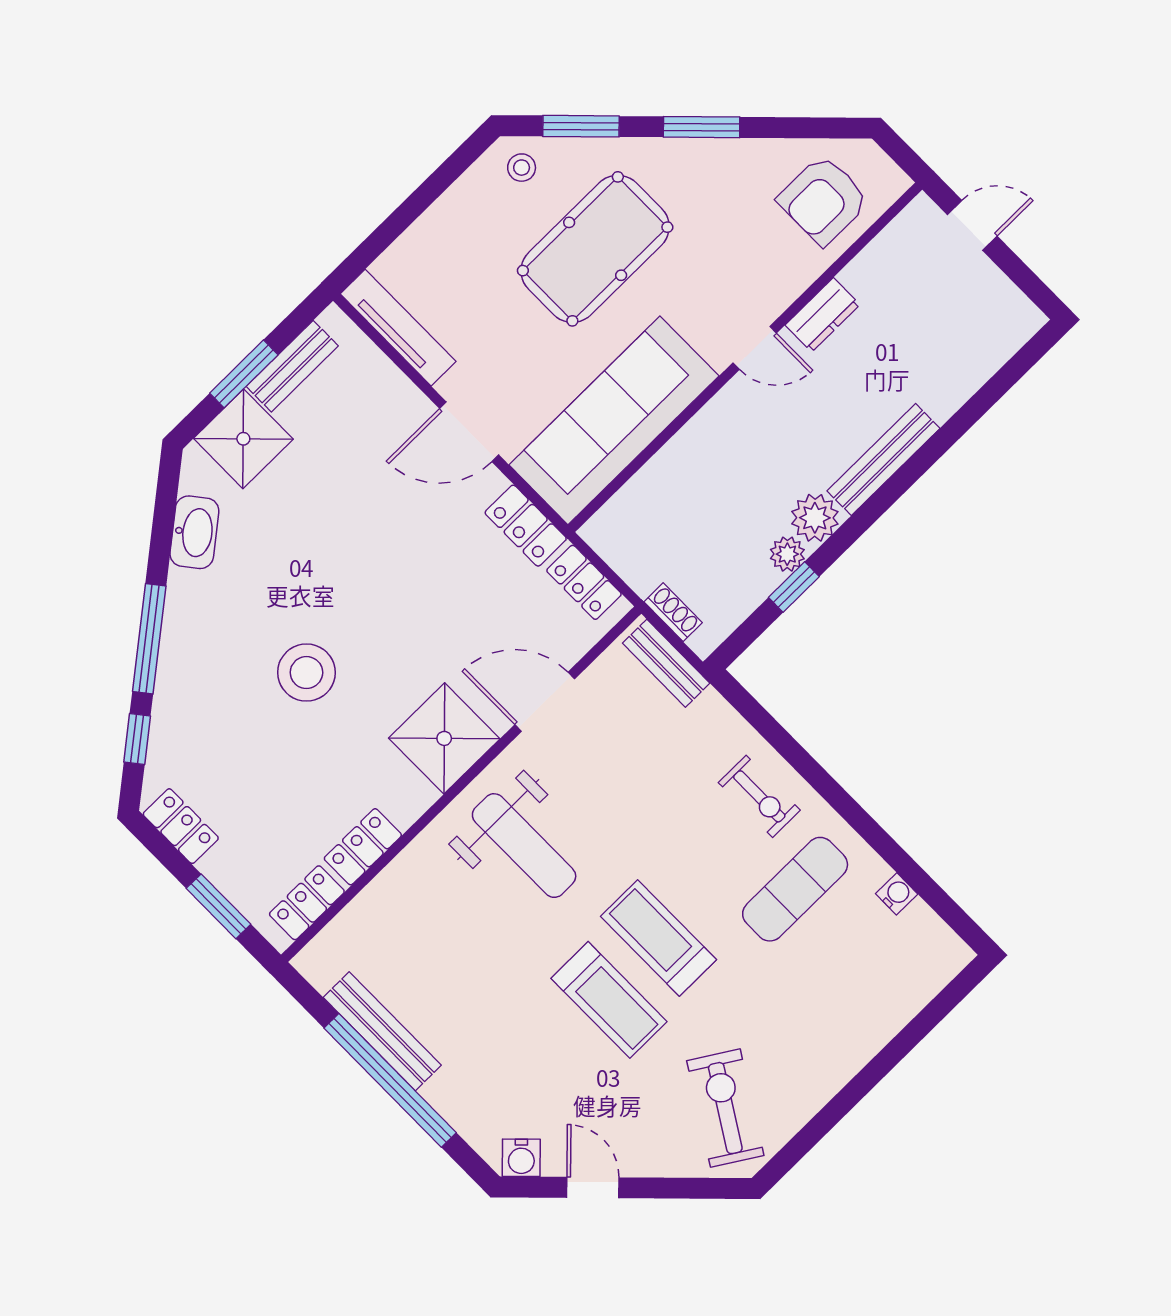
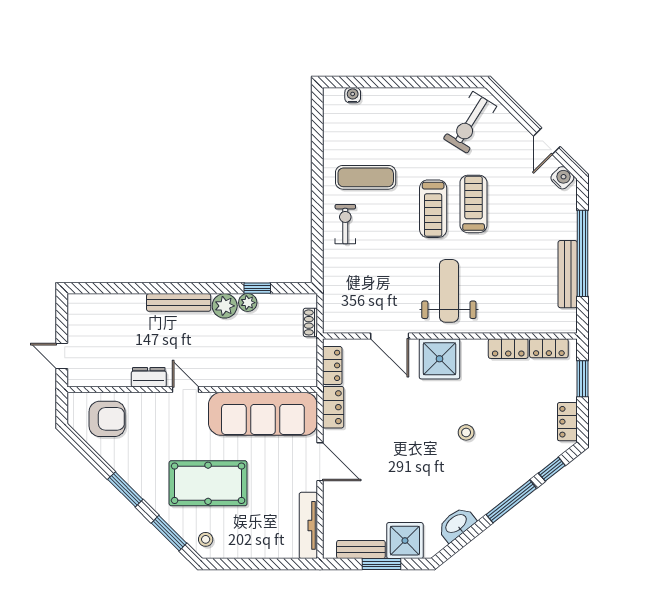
bench: (666, 663) -> (331, 306), removed
stool: (306, 673) -> (466, 432), width x0.53, depth x0.53
water cooler: (897, 894) -> (353, 95), moved, turned 90

